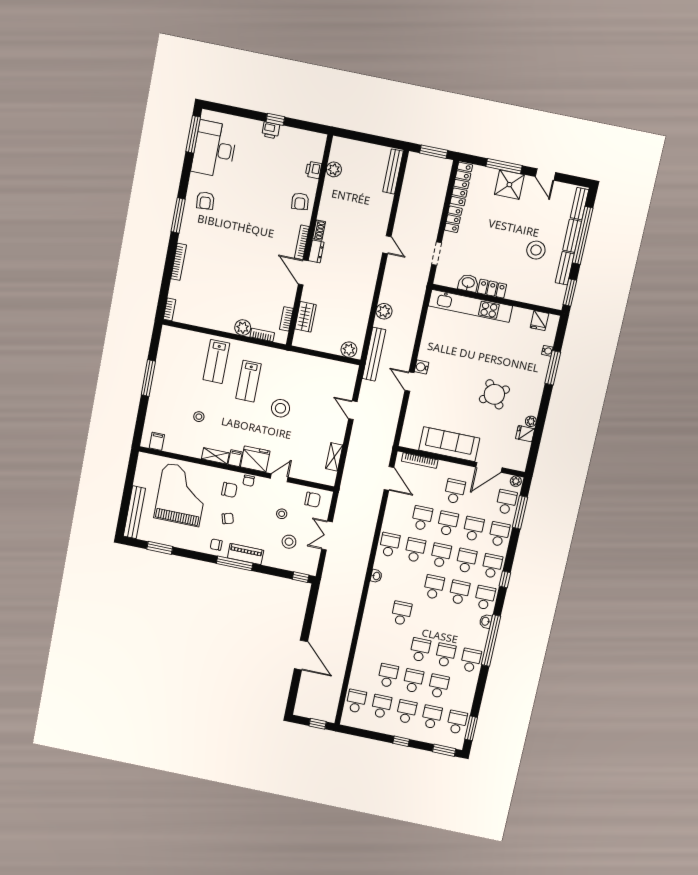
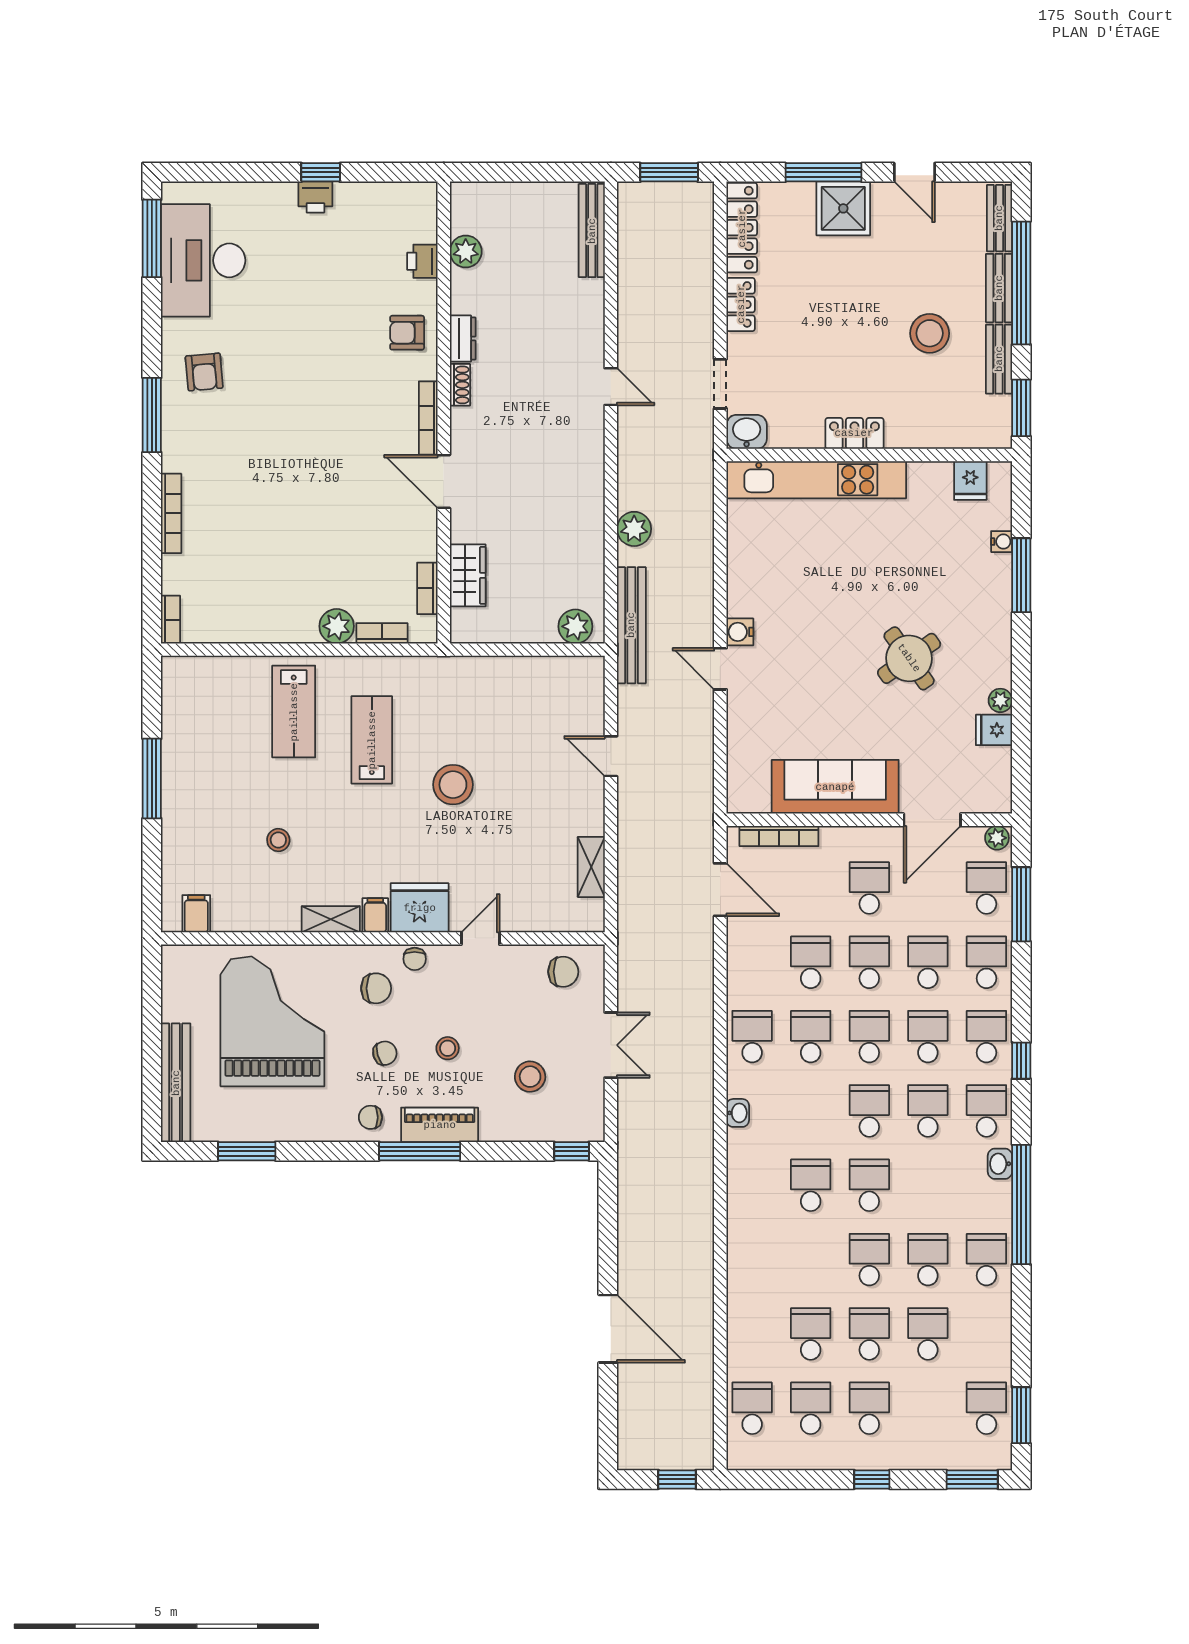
armchair: (300, 201) -> (407, 333), turned 96
dresser: (316, 251) -> (463, 339), moved
washbasin: (468, 283) -> (747, 432), moved
lab bench: (249, 381) -> (372, 740), turned 180
stool: (282, 514) -> (448, 1048), moved
double door: (327, 536) -> (611, 1045), swing flipped
school desk: (432, 717) -> (869, 1185), moved

